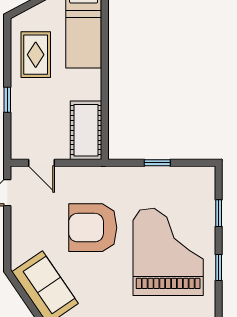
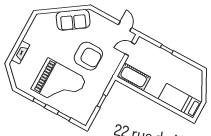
rug: (36, 55) -> (180, 73), removed
armchair: (93, 228) -> (88, 56), turned 90

